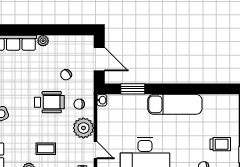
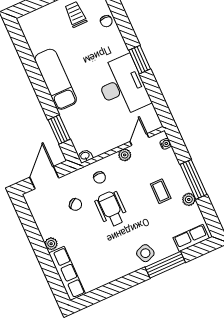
plant: (83, 128) -> (125, 155), width x0.53, depth x0.53

